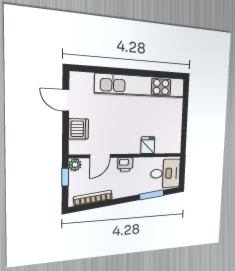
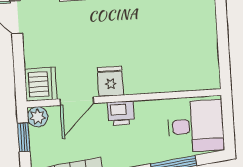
dishwasher: (79, 129) -> (41, 84), moved
fridge: (148, 145) -> (111, 81), moved

